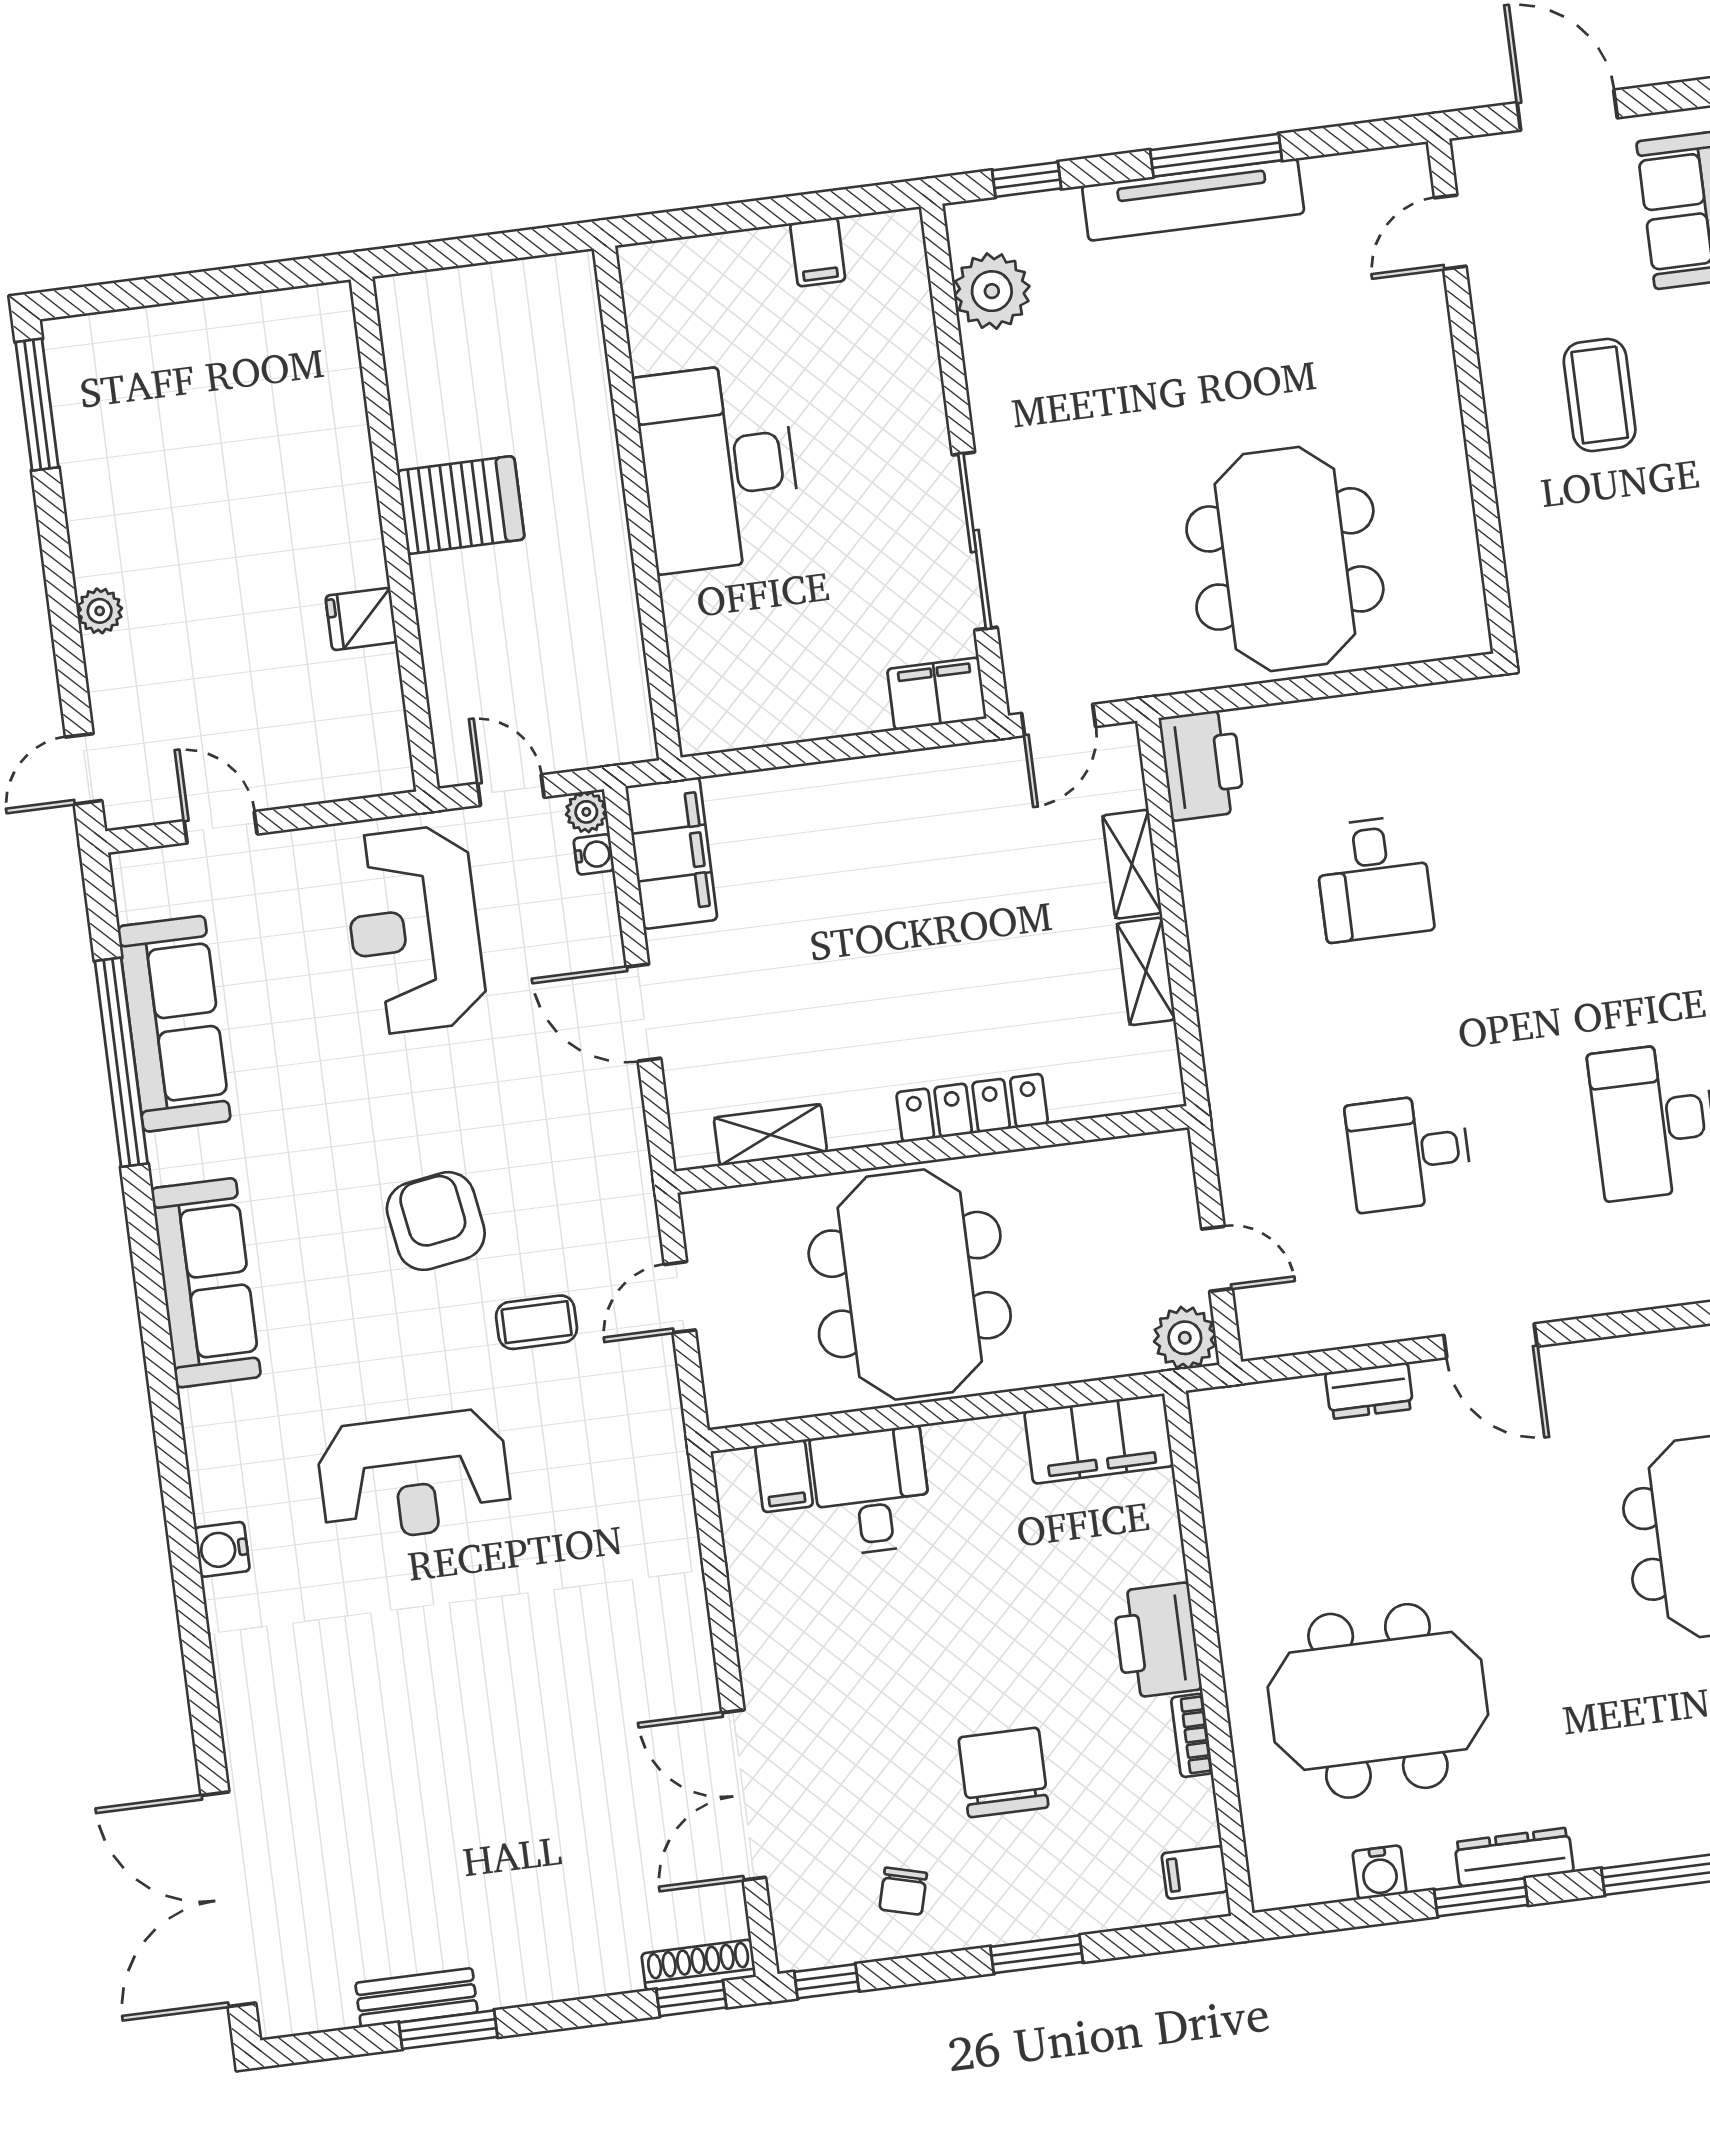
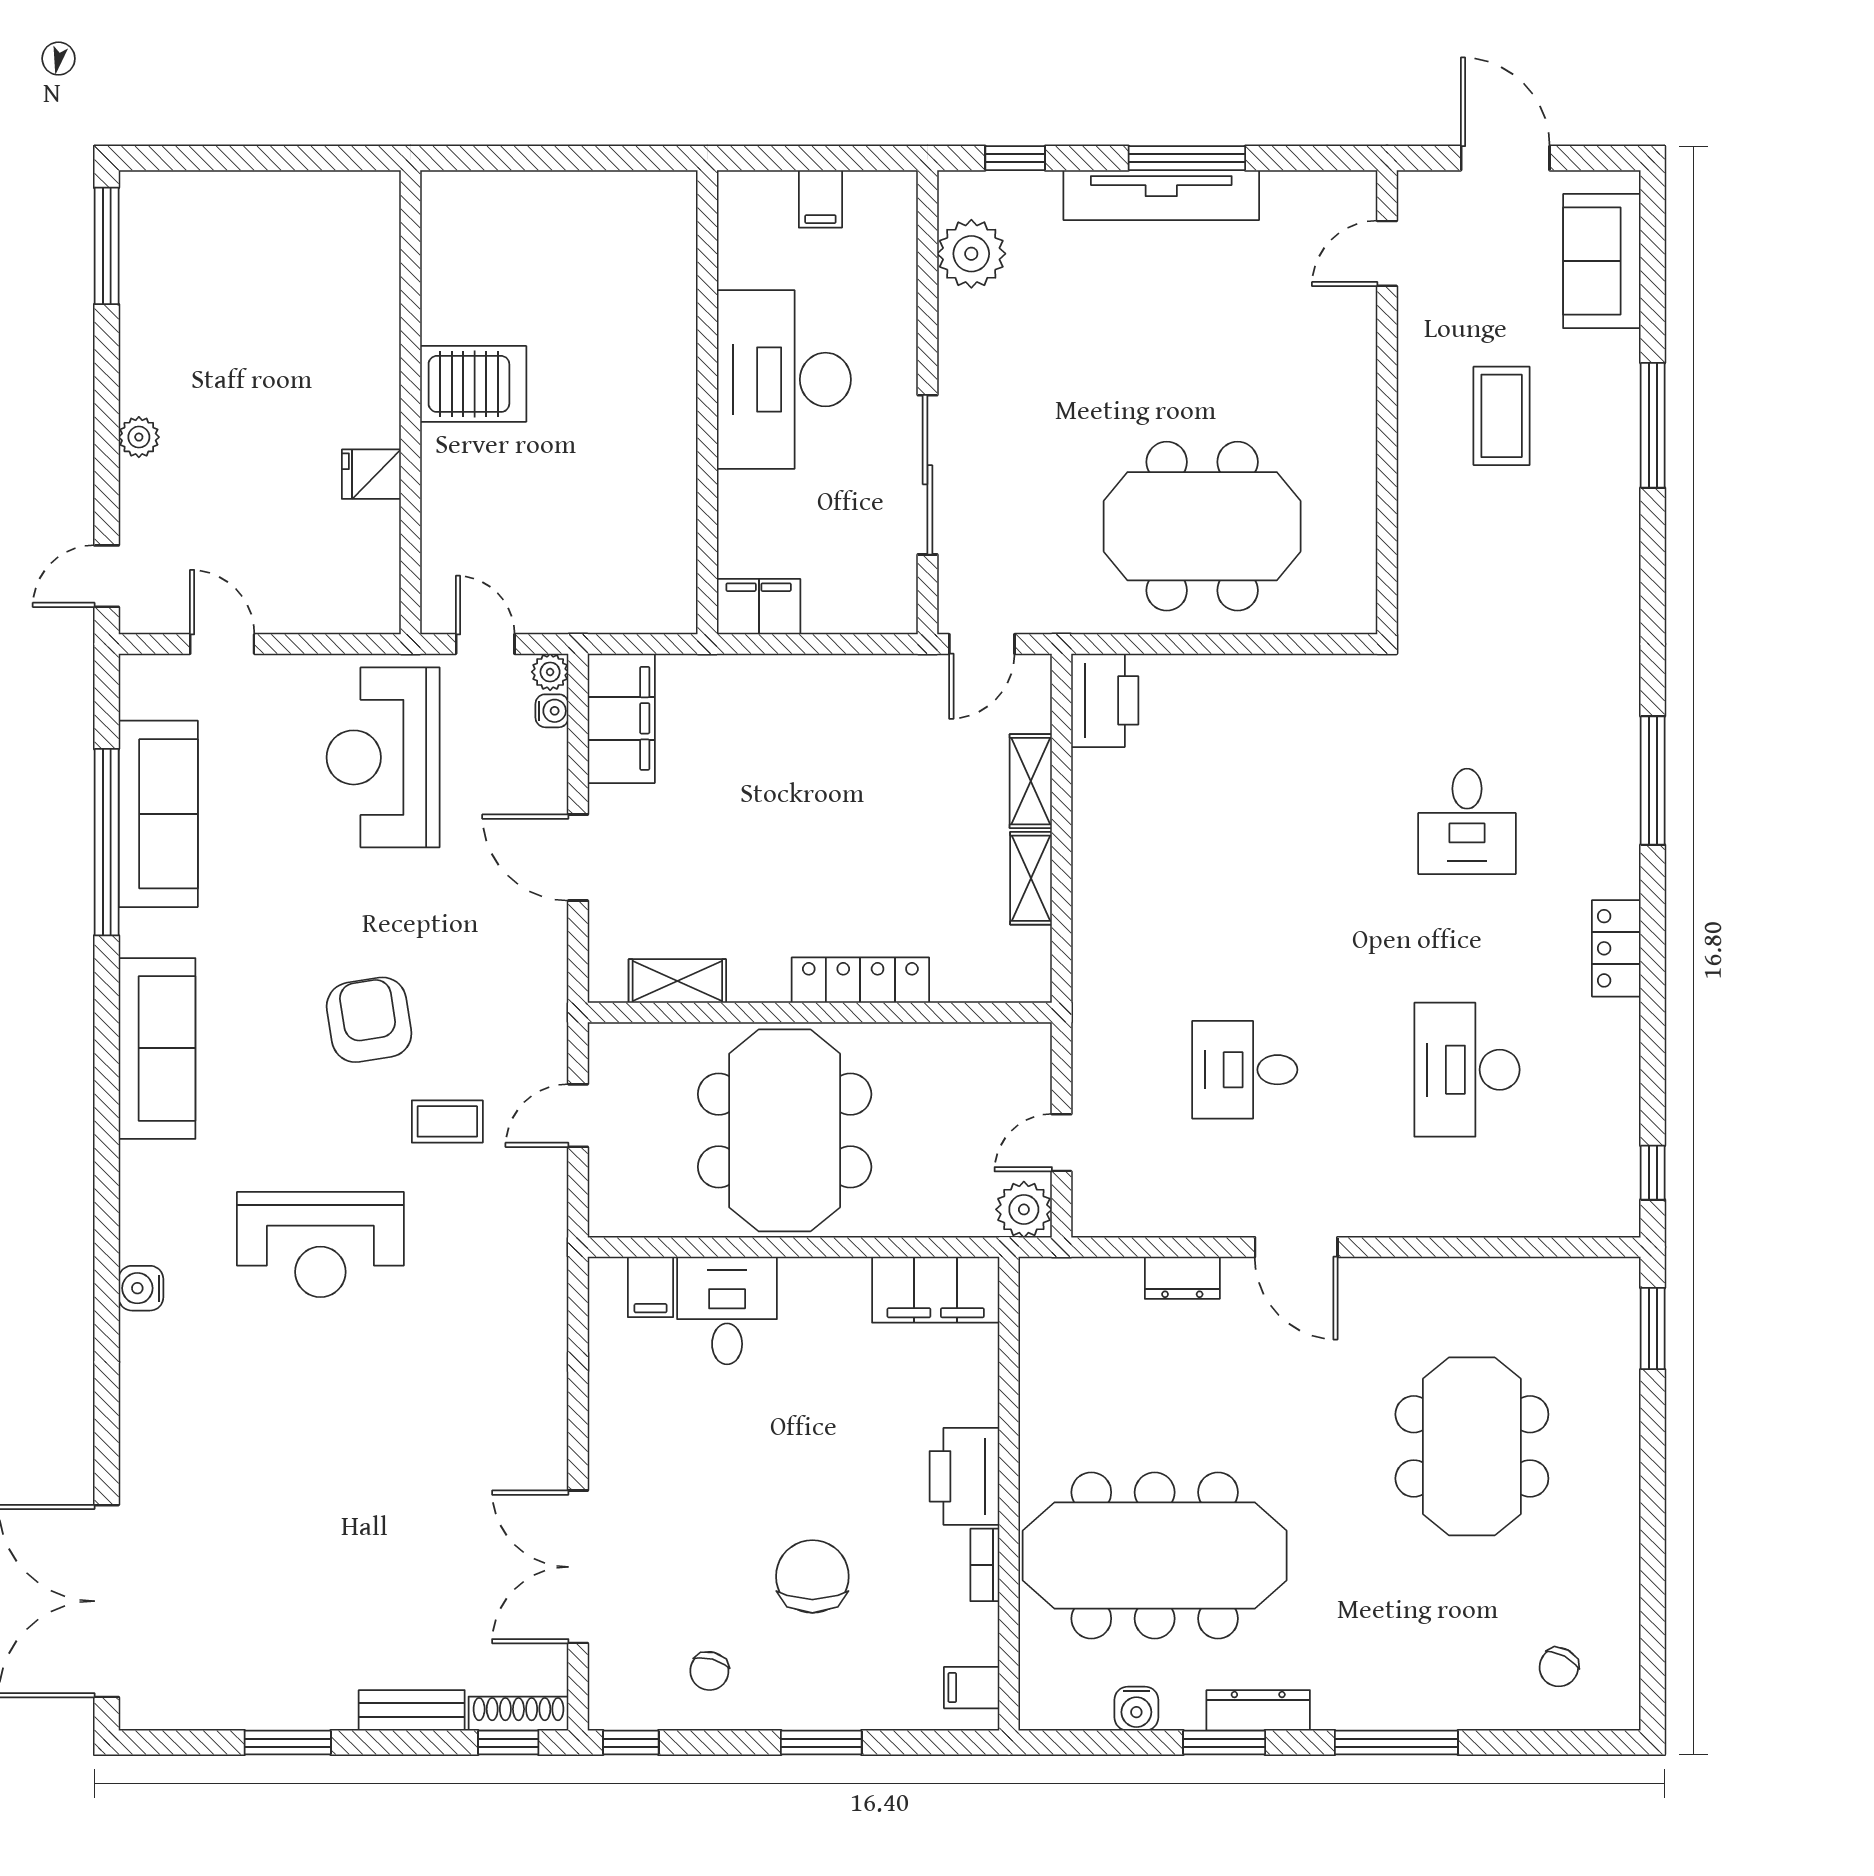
desk: (718, 467) -> (784, 380), moved
wall: (637, 503) -> (707, 402), moved
meeting table: (1285, 559) -> (1202, 526), turned 90
filing cabinet: (937, 694) -> (759, 607), moved
desk: (1374, 879) -> (1467, 821), moved
door: (1217, 1259) -> (1062, 1143), swing flipped
meeting table: (1378, 1701) -> (1155, 1555), width x1.36
bench: (417, 1998) -> (412, 1710), moved

